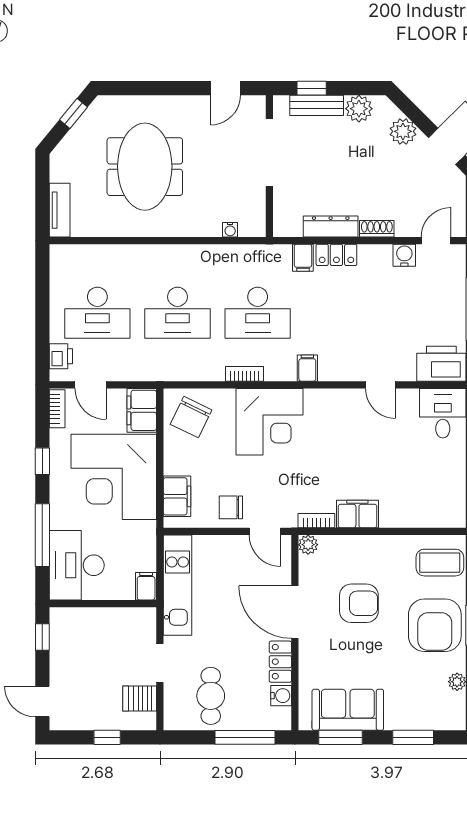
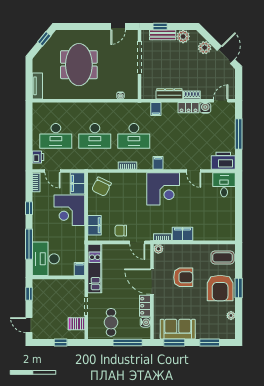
locker: (336, 255) -> (189, 108), moved
corner desk: (270, 422) -> (163, 189), moved
corner desk: (114, 477) -> (69, 210), width x0.74, depth x0.74

